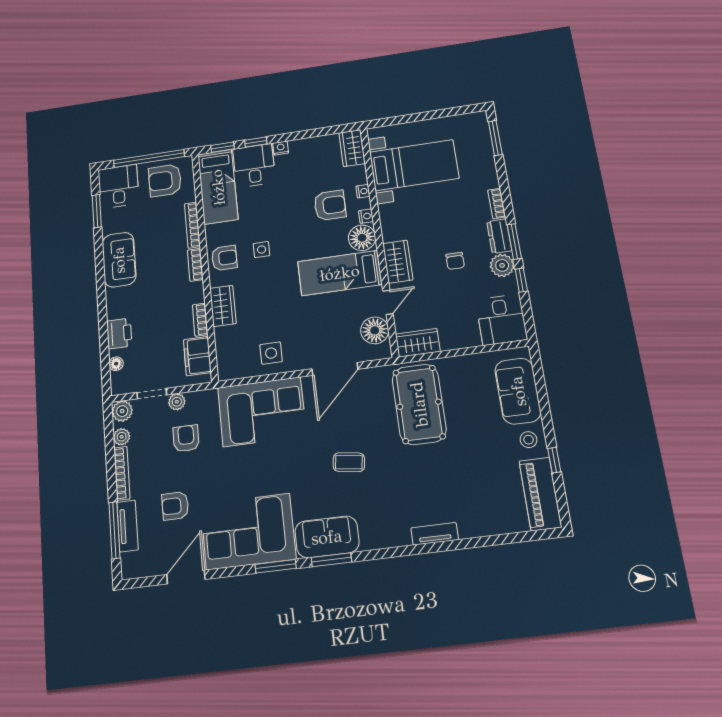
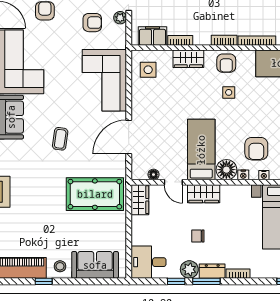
floor lamp: (375, 330) -> (153, 175), width x0.53, depth x0.53
side table: (271, 353) -> (148, 70), moved
door: (335, 369) -> (129, 137), hinge flipped

